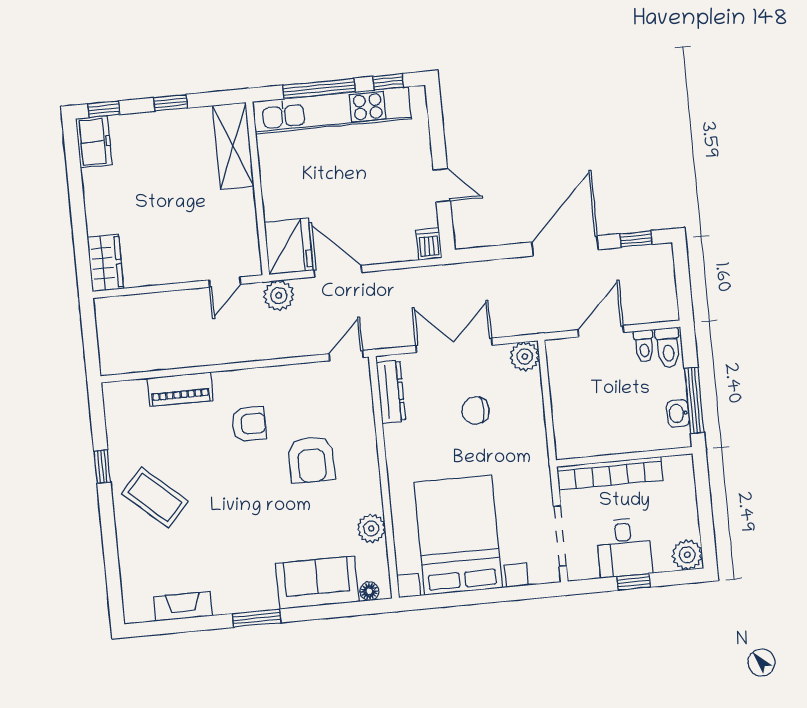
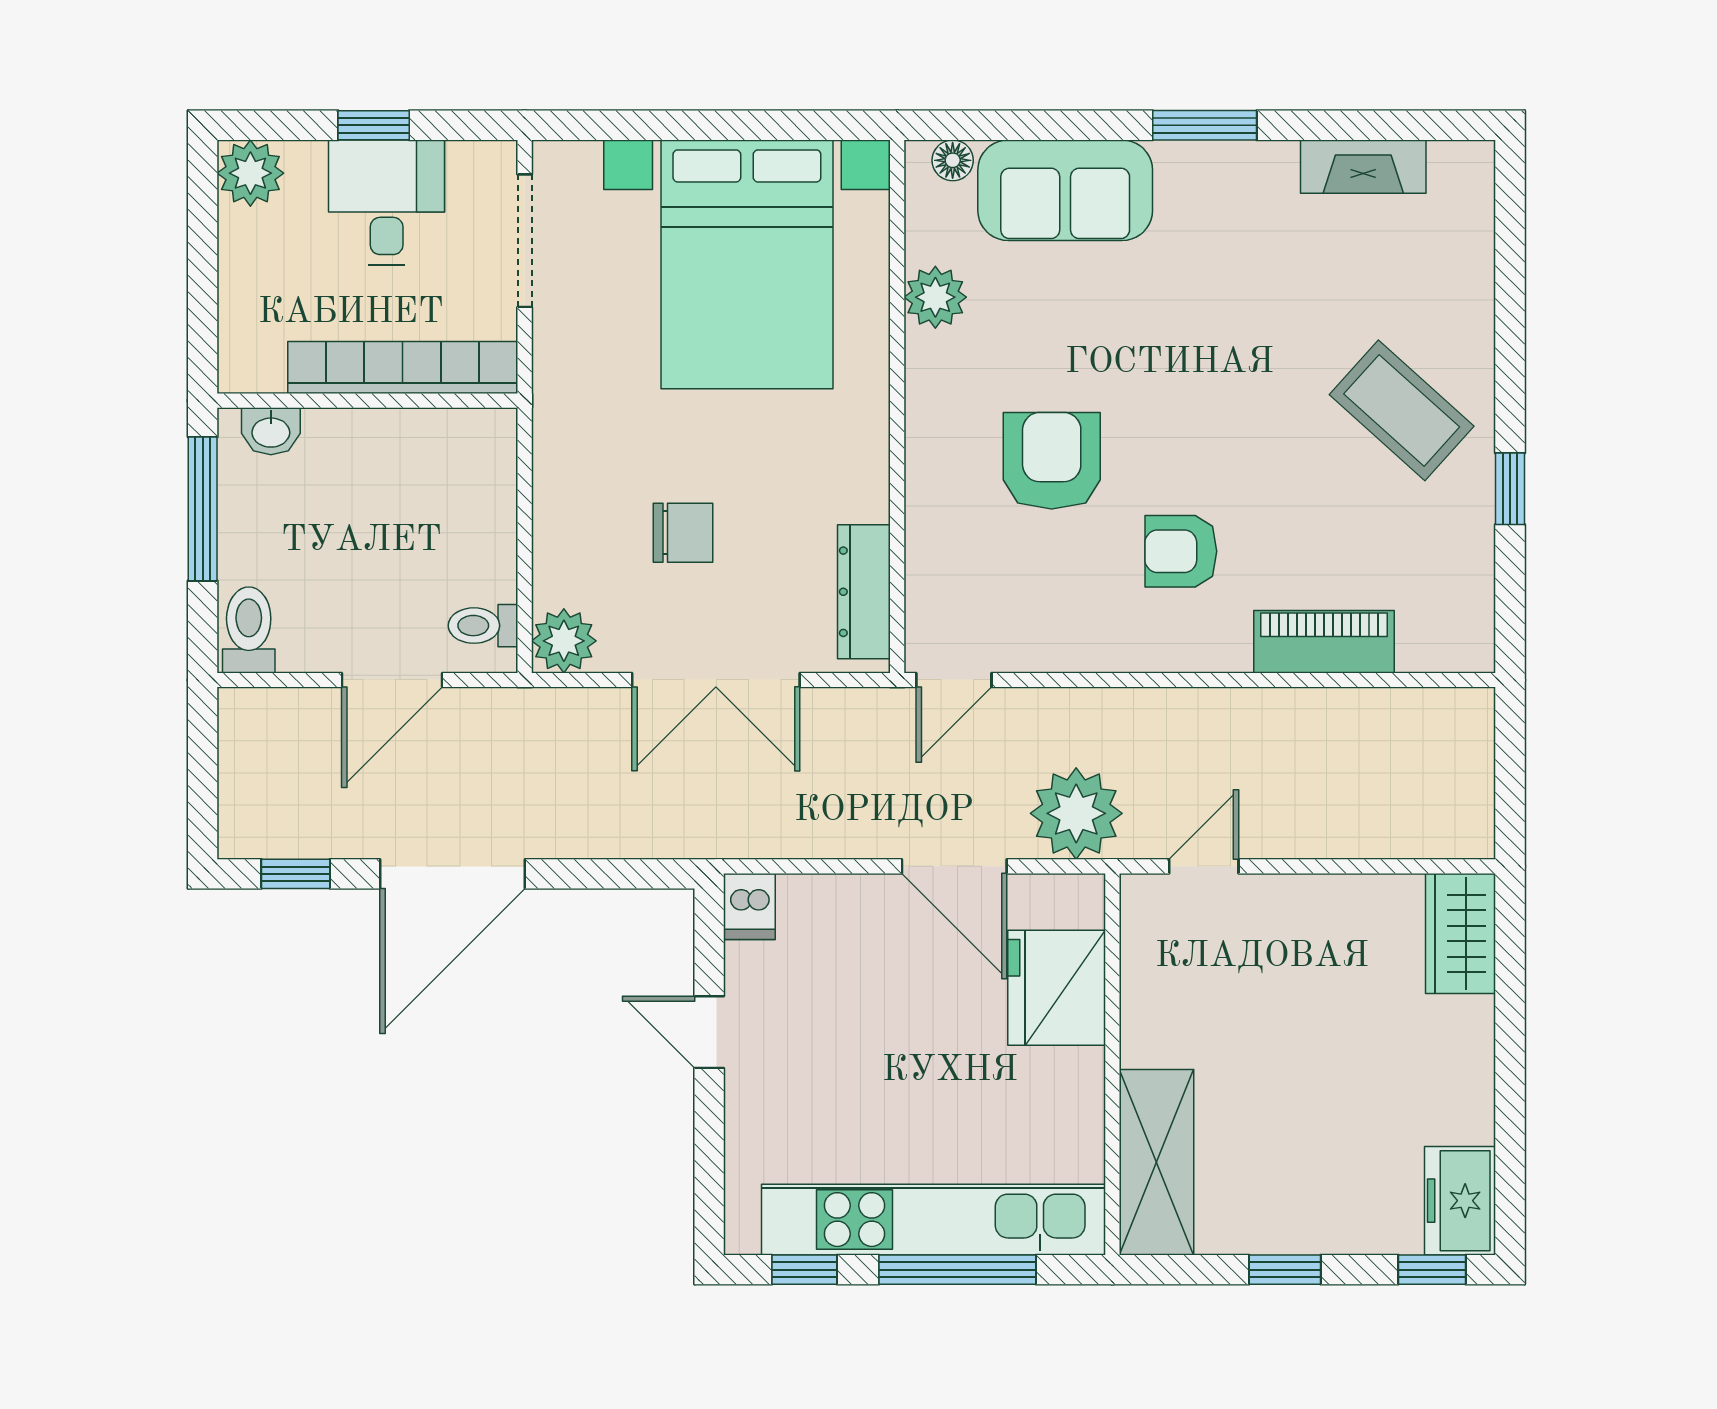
fridge: (289, 246) -> (1057, 988), moved
plant: (279, 296) -> (1076, 813), width x1.36, depth x1.36
toilet: (644, 346) -> (483, 626), moved, turned -90
washbasin: (678, 413) -> (271, 431), moved, turned 90

